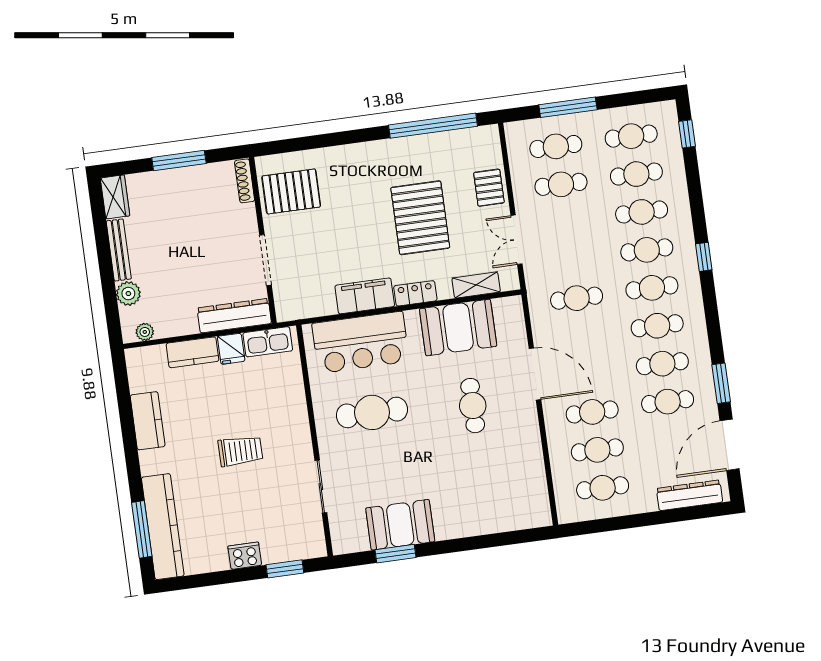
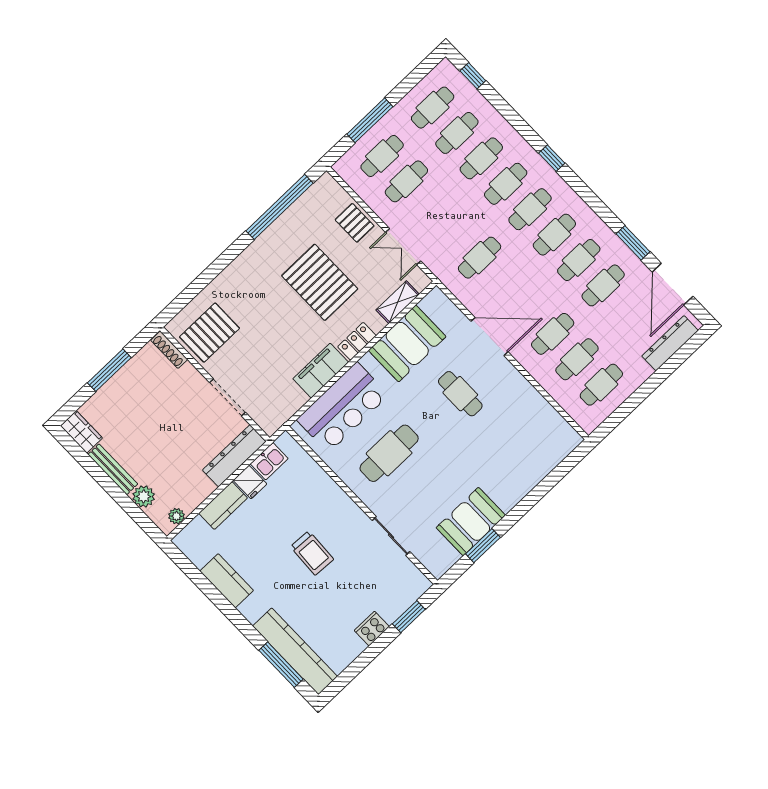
kitchen sink: (268, 342) -> (269, 461), width x0.73
trolley: (240, 451) -> (312, 553), turned 93

